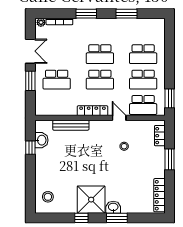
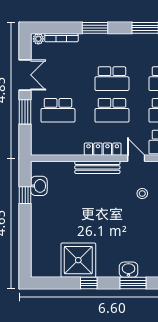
bench: (71, 125) -> (97, 167), moved
stool: (48, 197) -> (47, 257), removed
shower: (91, 200) -> (78, 260), moved

